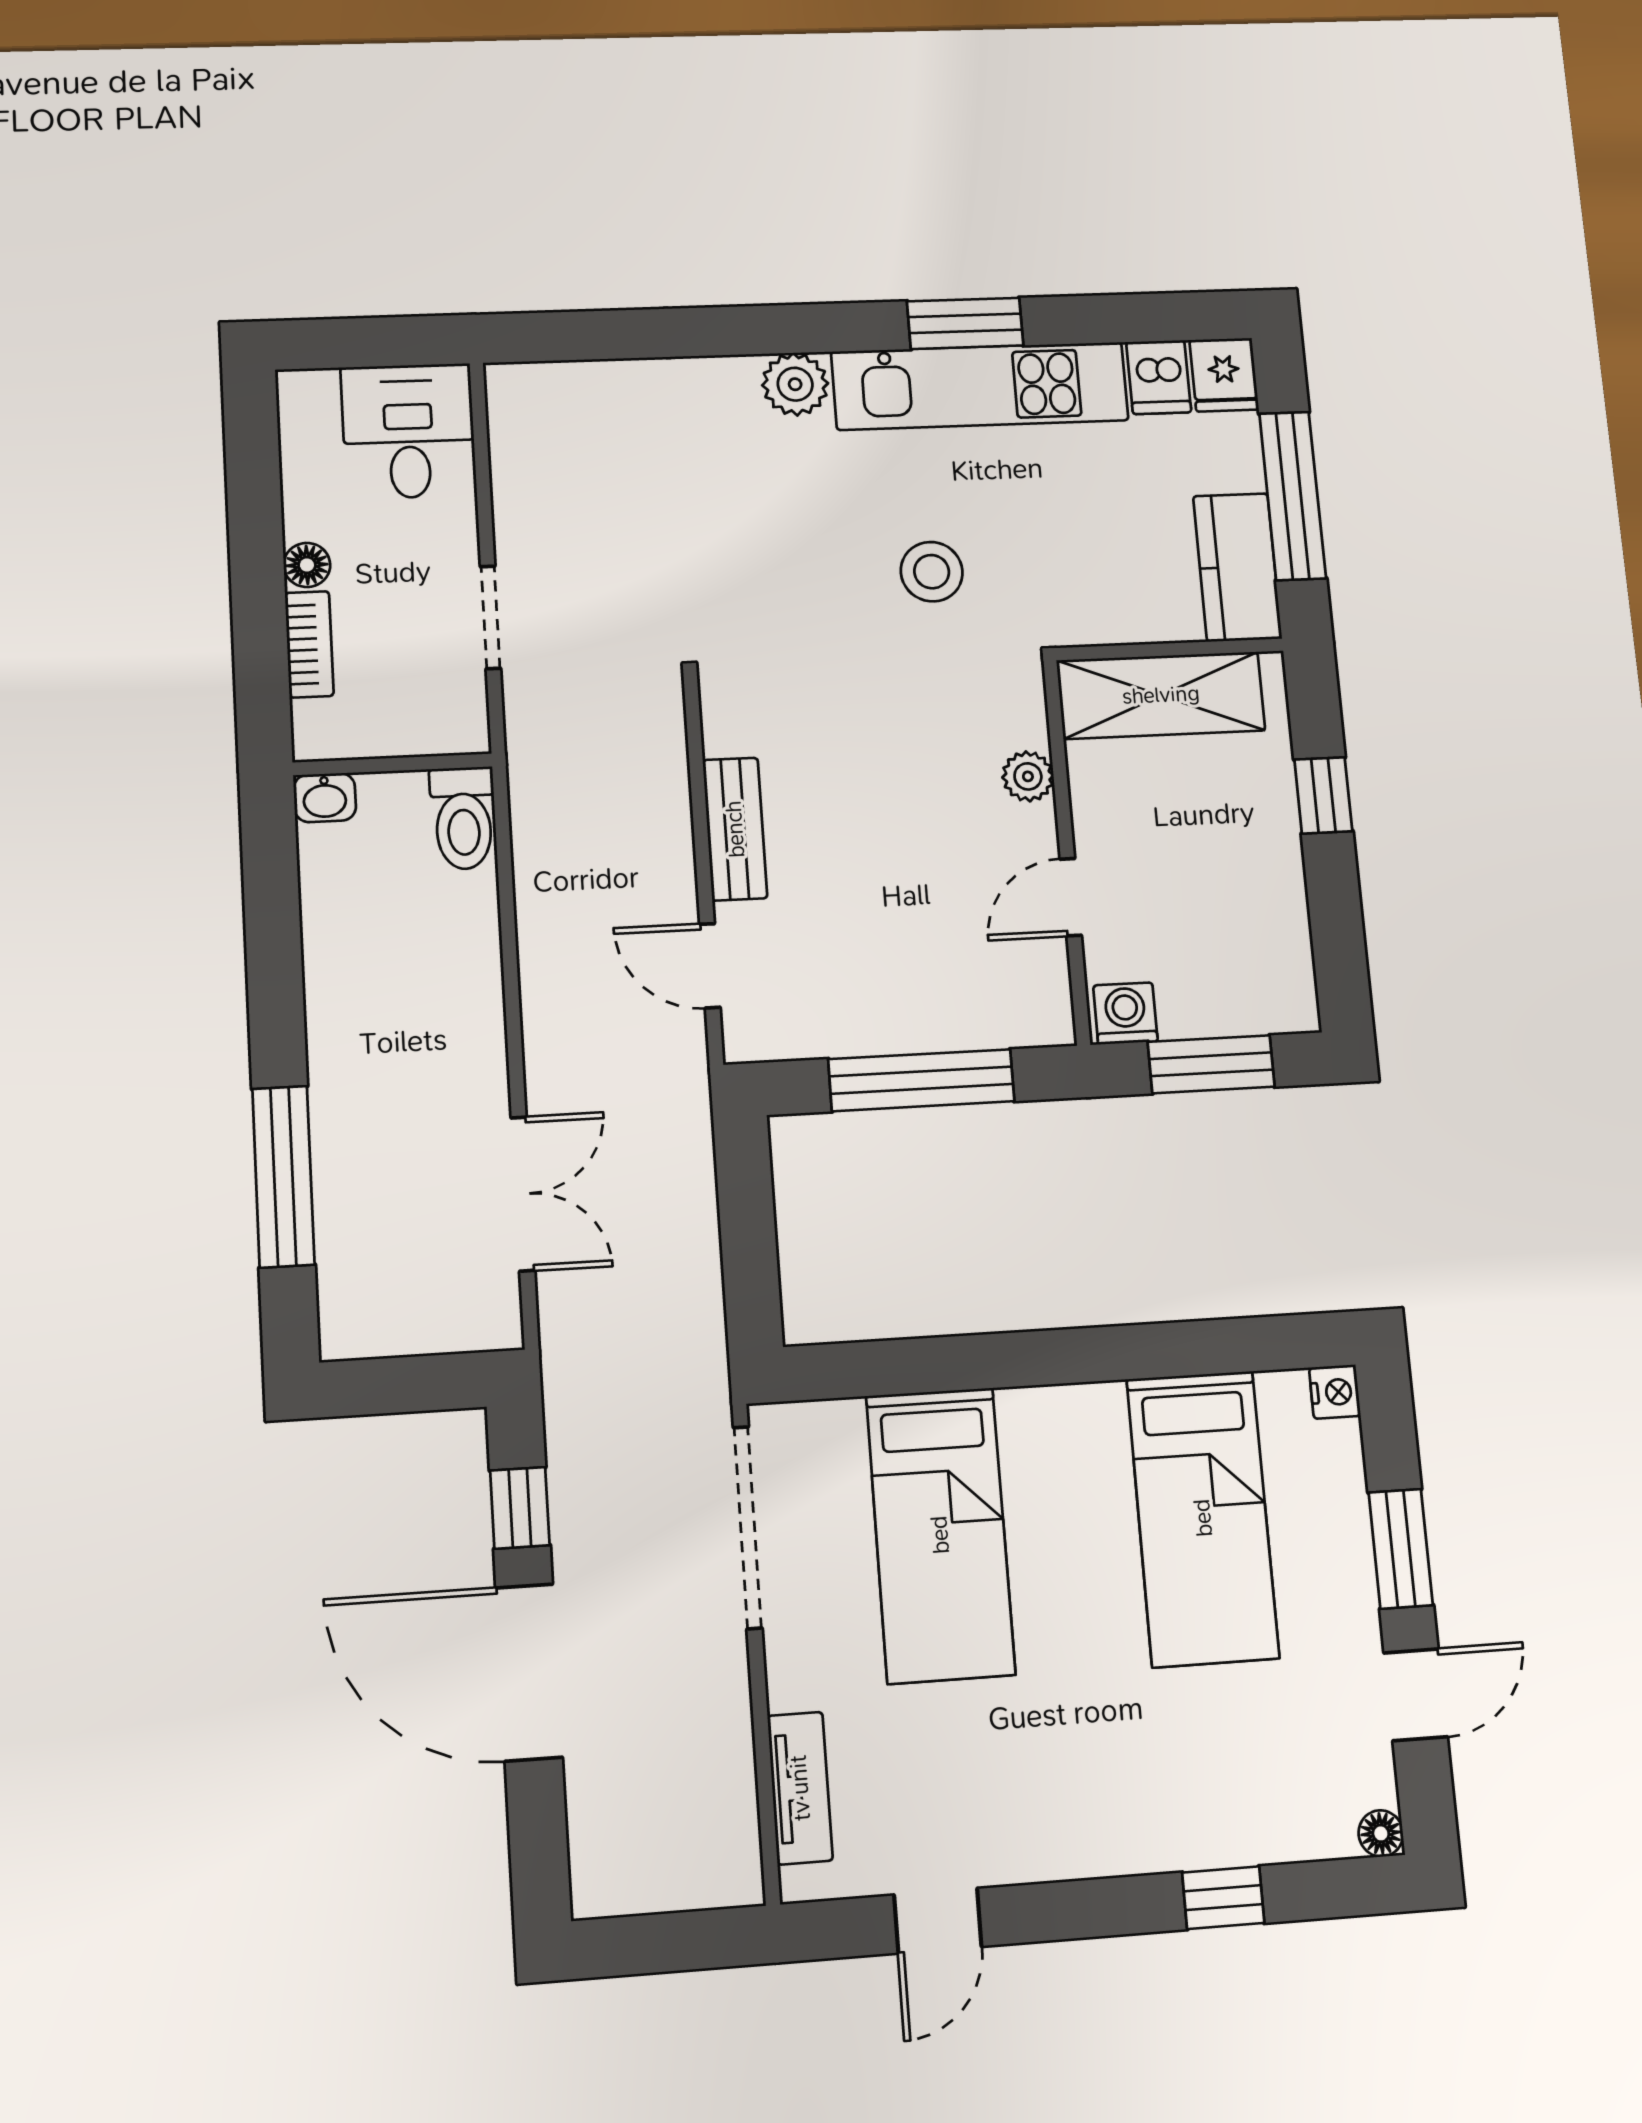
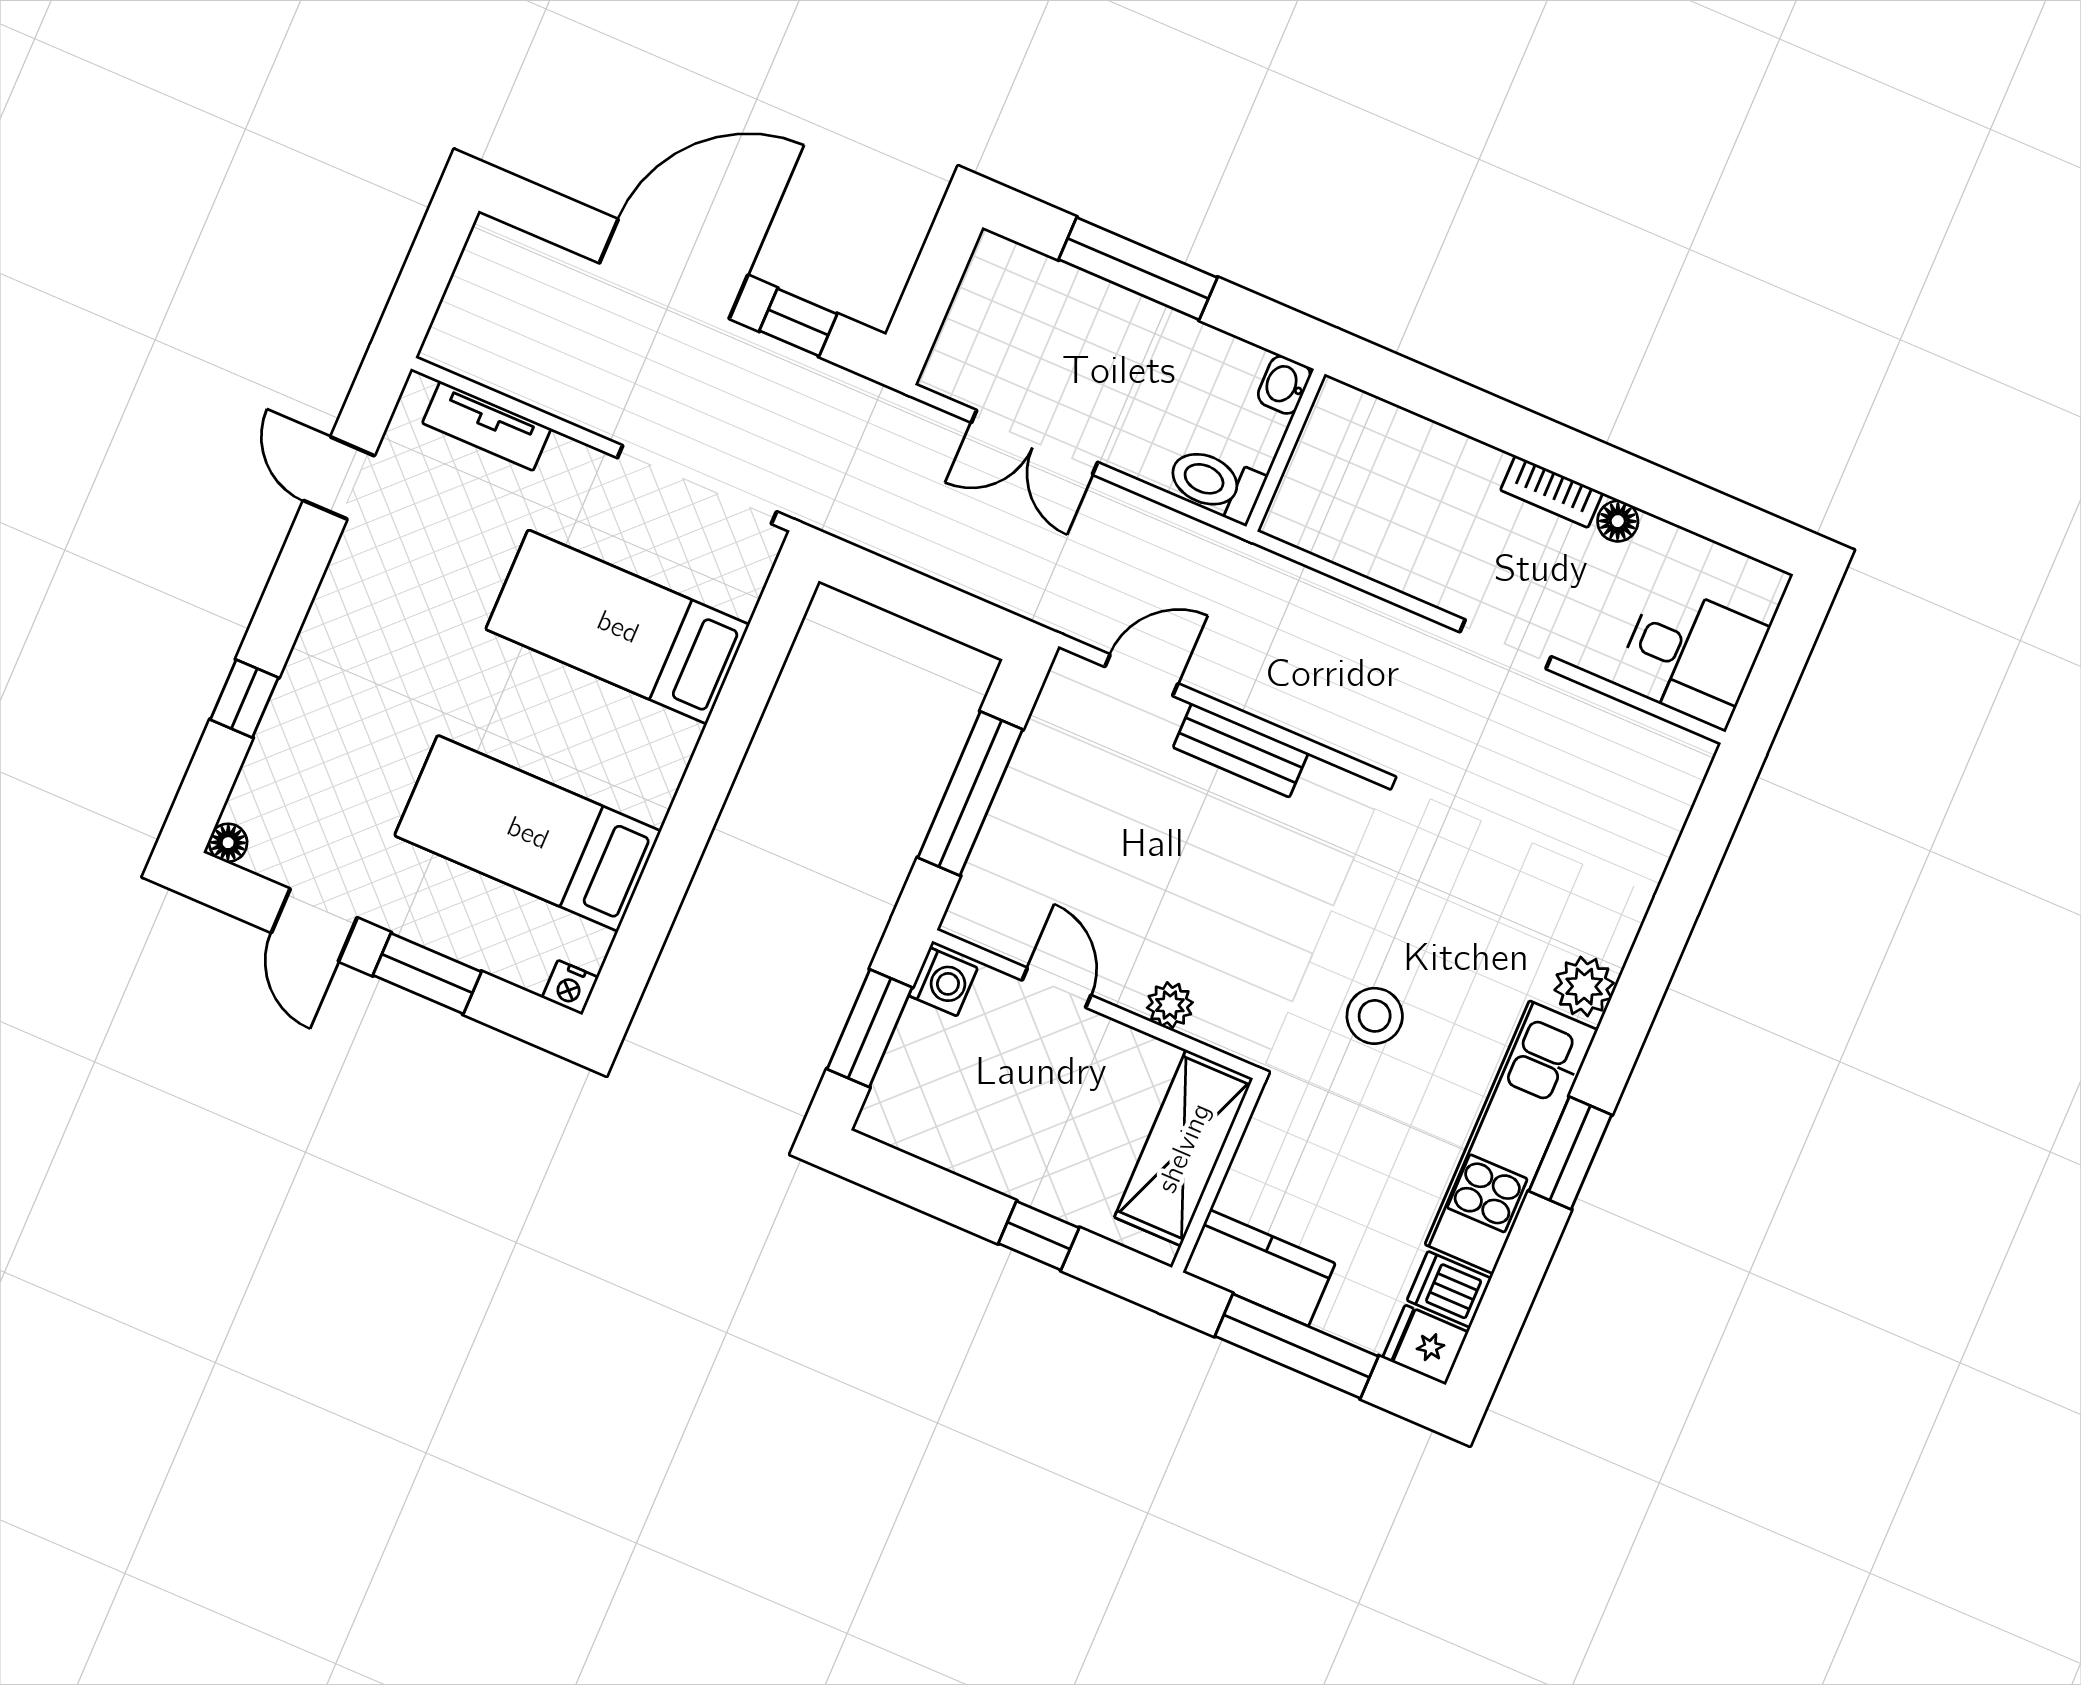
wall: (393, 764) -> (1286, 450), moved
washbasin: (325, 798) -> (1284, 385), moved
toilet: (463, 818) -> (1216, 484), moved

